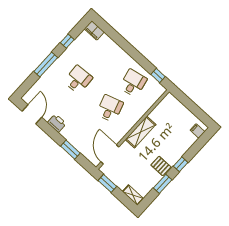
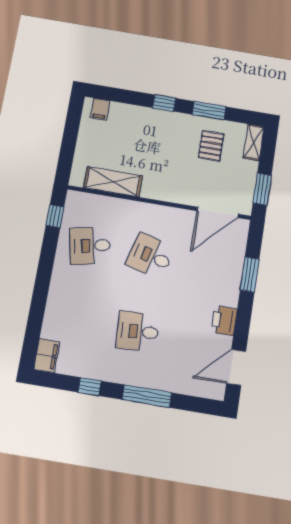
desk: (110, 108) -> (150, 256), turned 33
shelving: (141, 132) -> (113, 182), moved
pallet: (161, 166) -> (211, 146), moved

